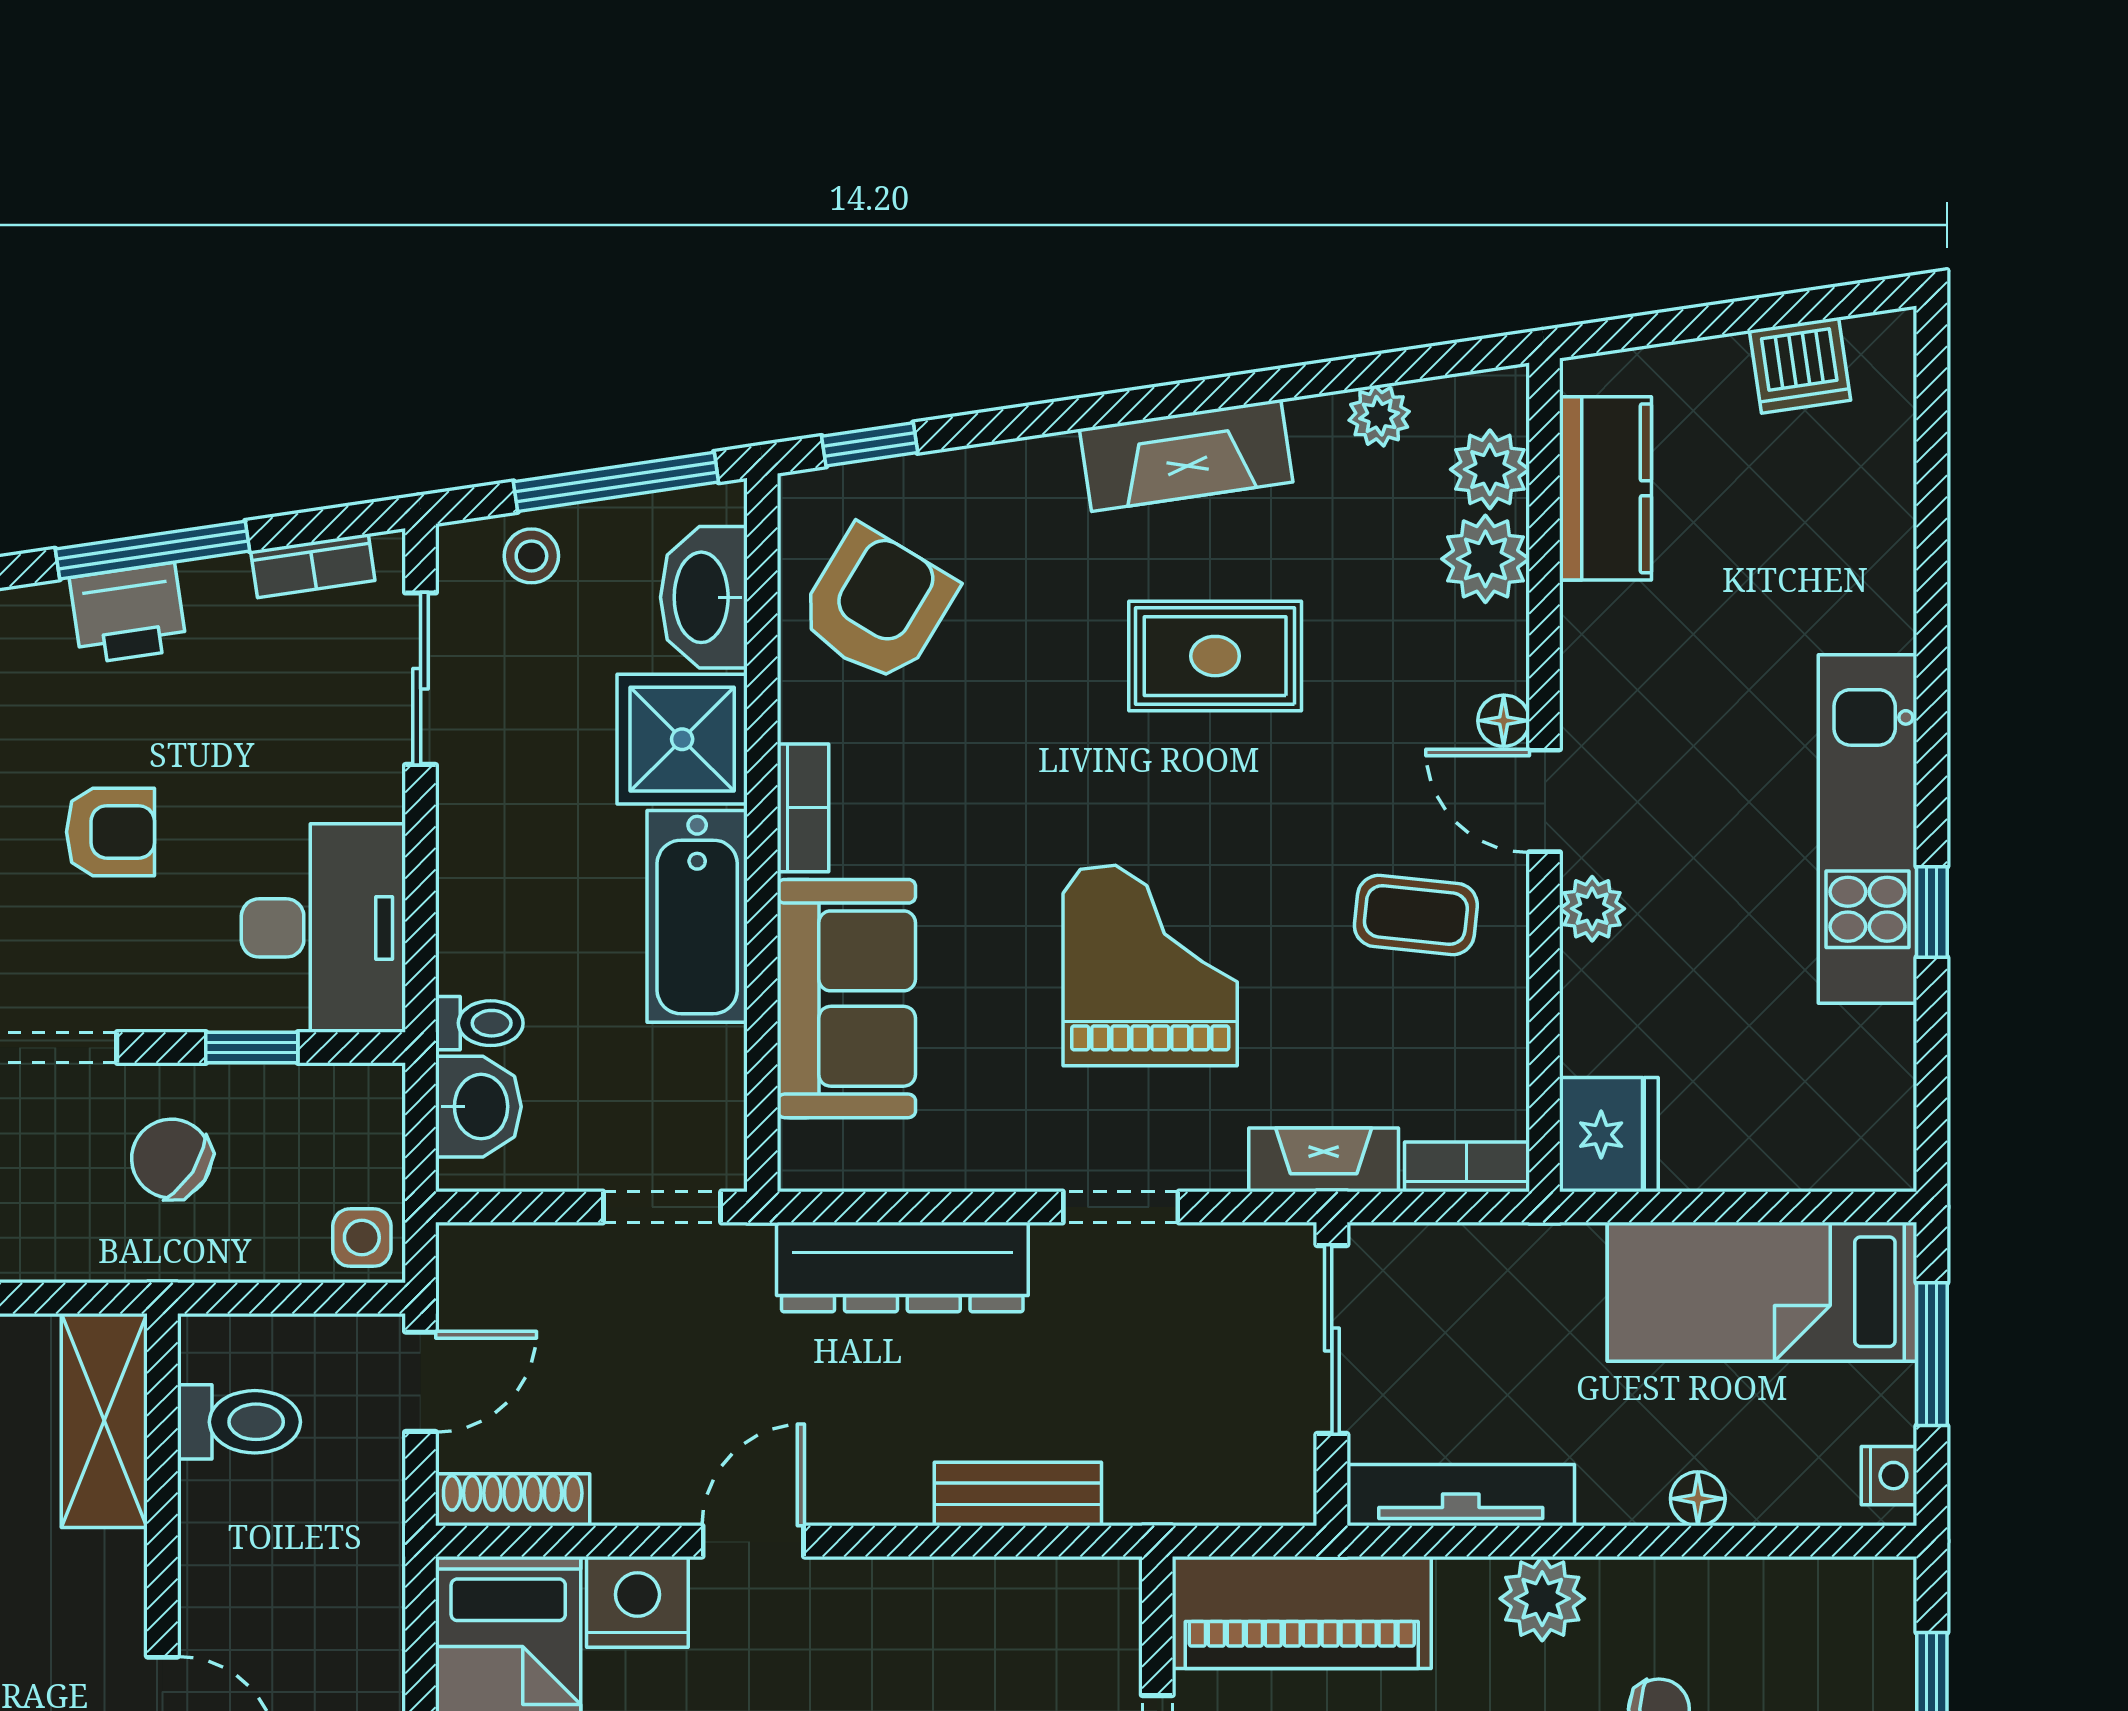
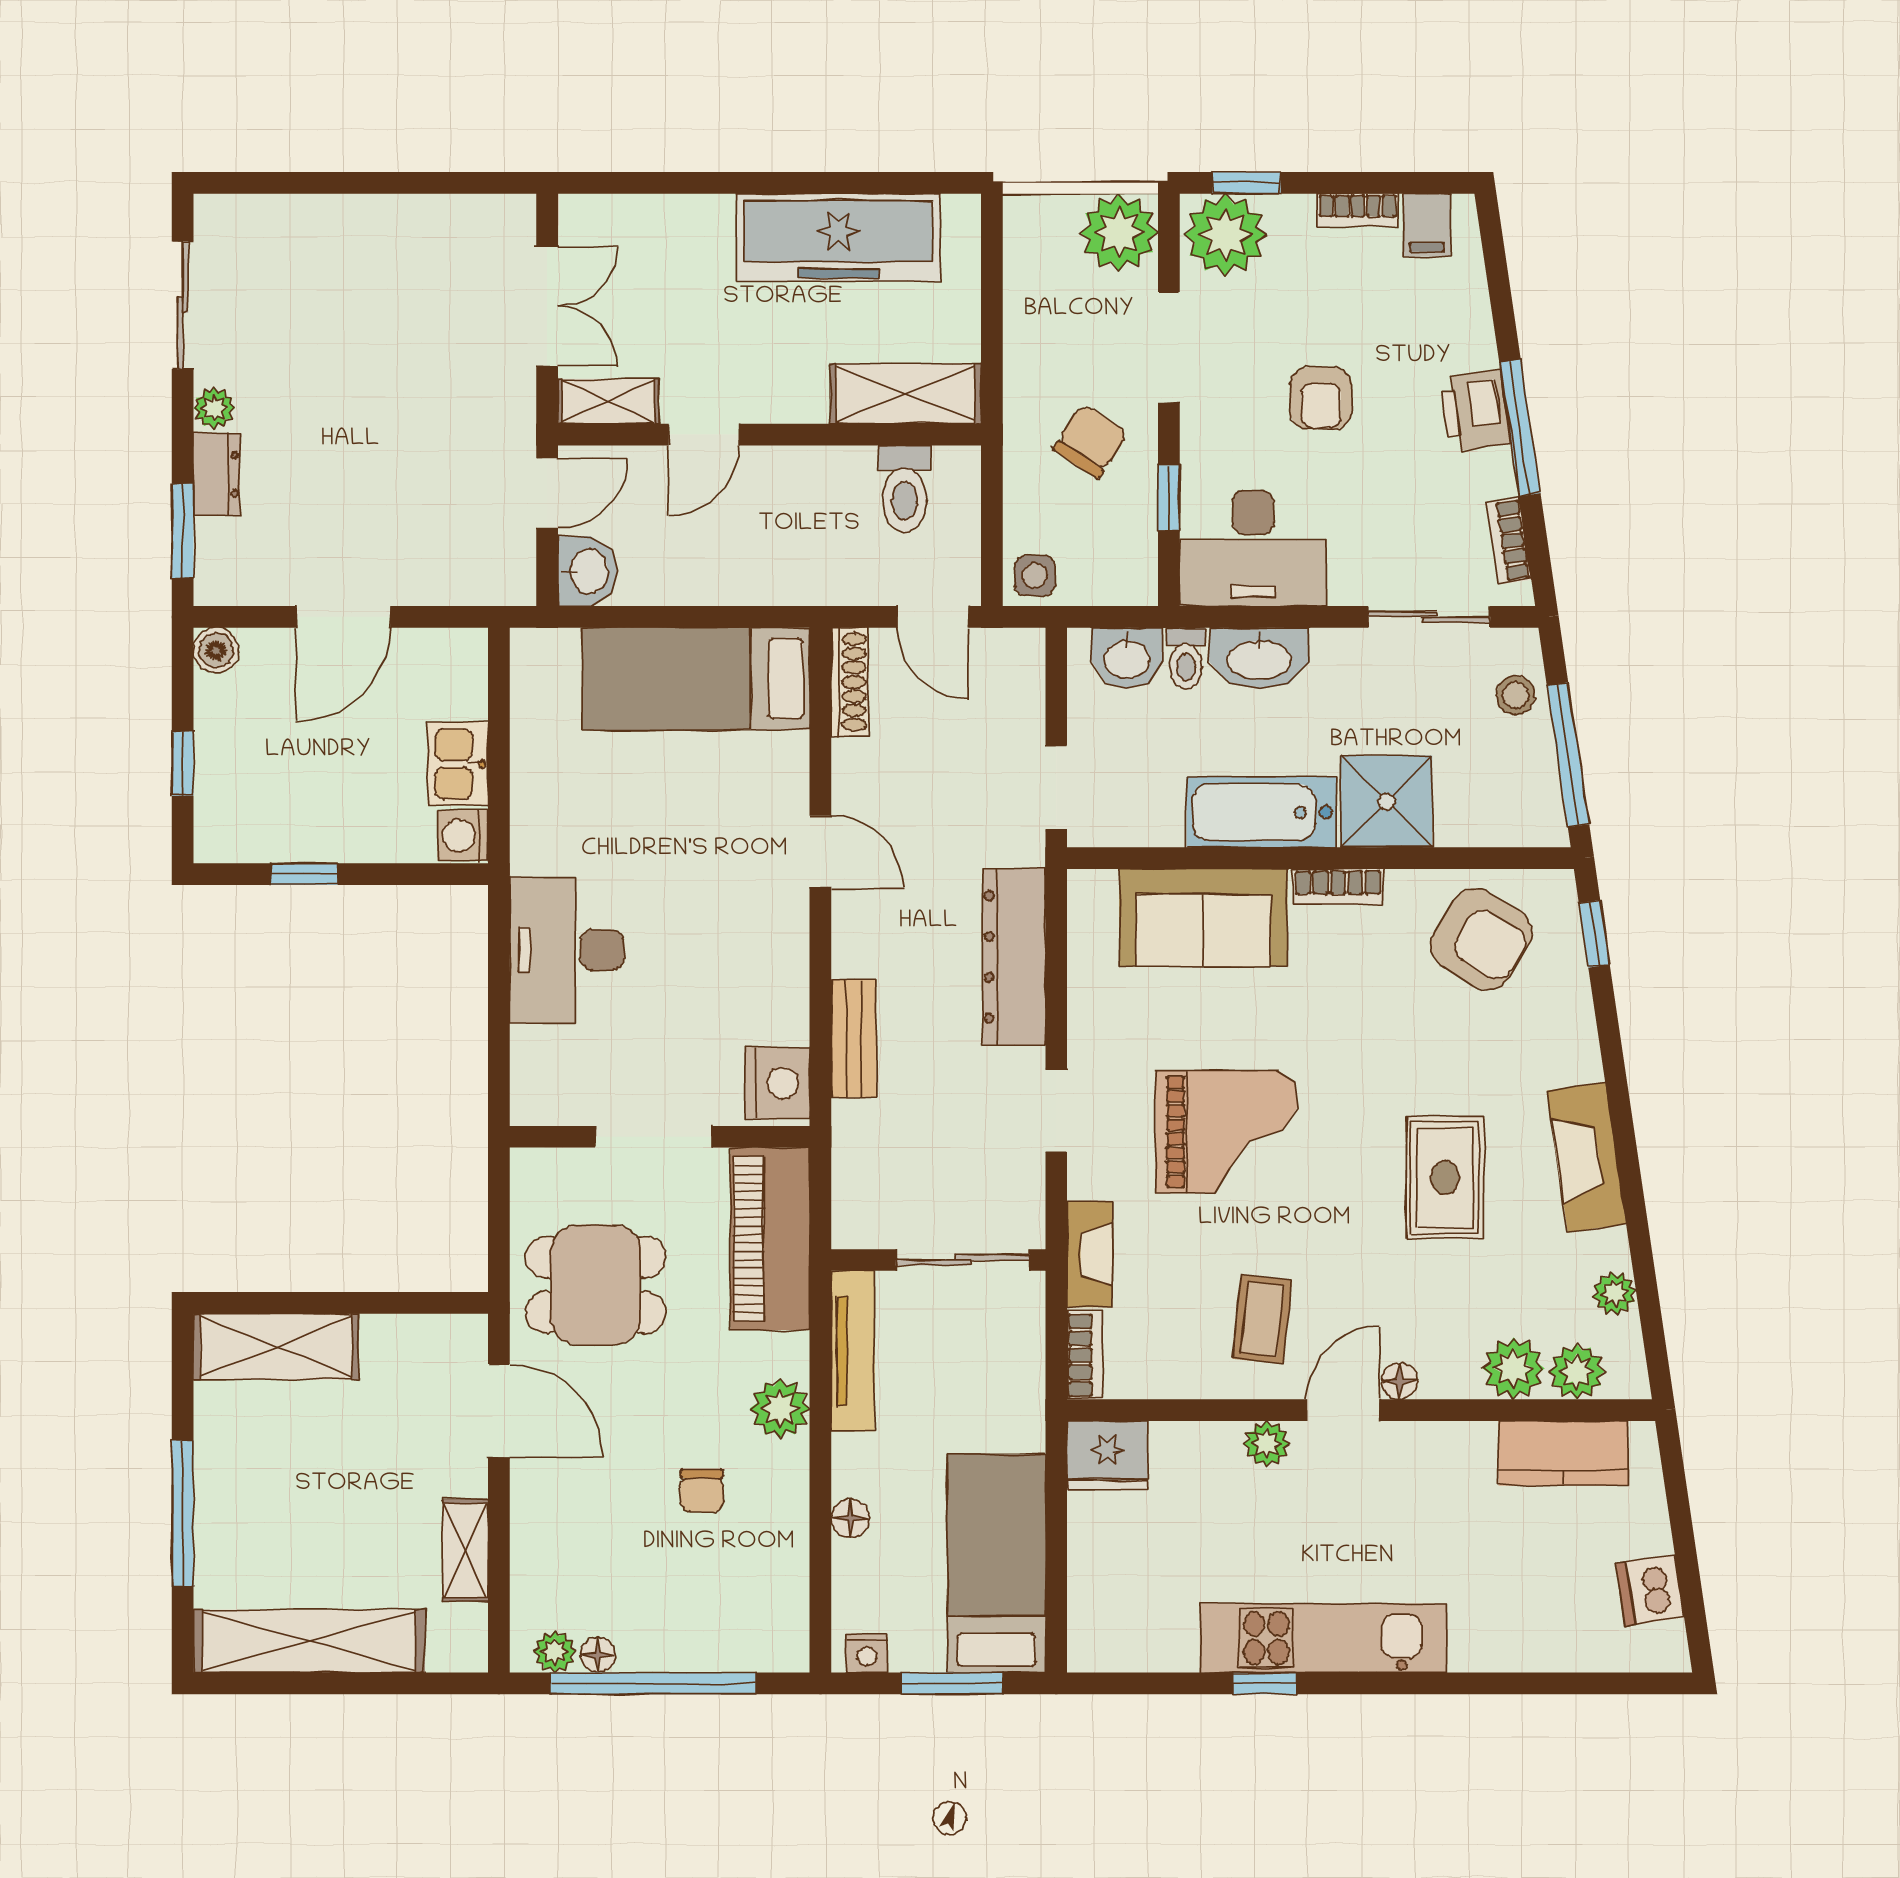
washbasin: (704, 597) -> (1259, 658), moved, turned 180
nightstand: (637, 1602) -> (778, 1083), moved

